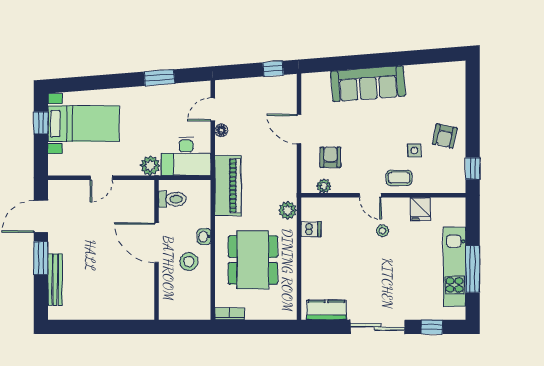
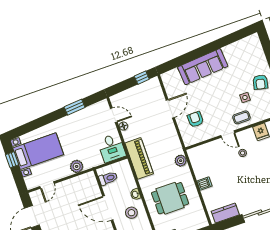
door: (213, 109) -> (114, 115), swing flipped
door: (299, 129) -> (170, 109), swing flipped
desk: (186, 156) -> (112, 148), width x0.73
plant: (150, 166) -> (77, 166), moved
door: (101, 178) -> (47, 185), moved
plant: (324, 186) -> (198, 138), removed
dishwasher: (311, 229) -> (205, 184), moved
dining table: (253, 260) -> (170, 198), width x0.73

